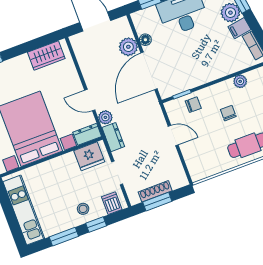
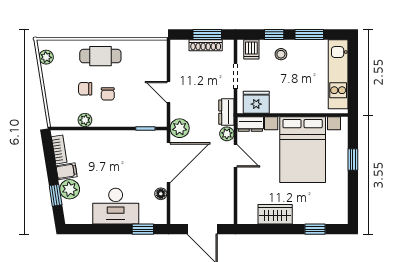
plant: (128, 47) -> (180, 128), moved
wardrobe: (46, 55) -> (275, 214), moved
chair: (193, 105) -> (85, 89), moved

